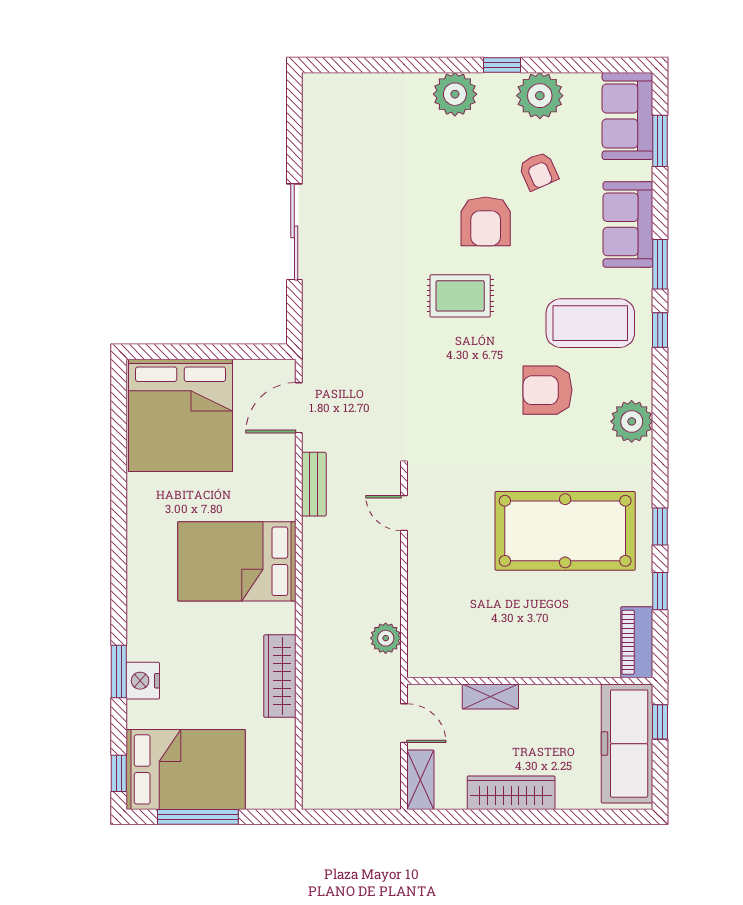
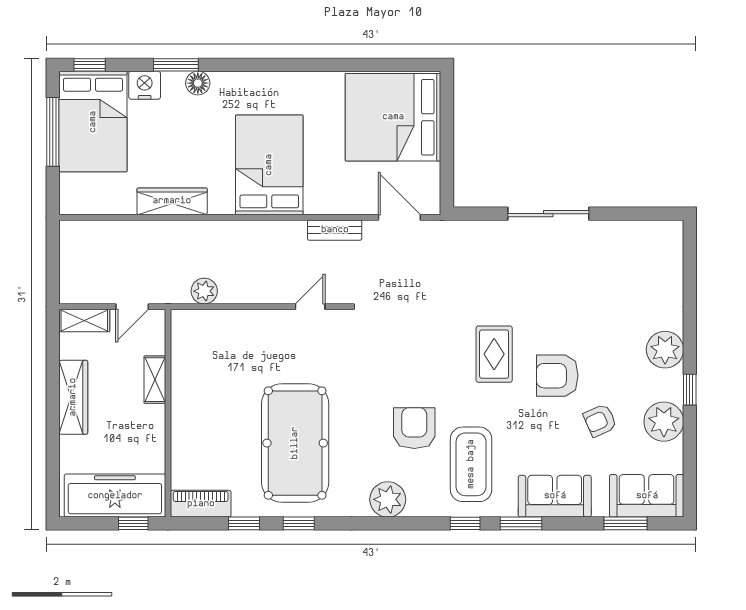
floor lamp: (140, 646) -> (198, 83), added
nightstand: (143, 681) -> (145, 85), moved

